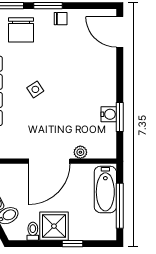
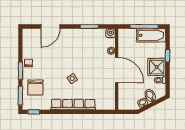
chair: (21, 30) -> (35, 88), turned 90
door: (120, 32) -> (50, 26), moved
water cooler: (109, 114) -> (110, 33), moved
bathtub: (105, 189) -> (151, 35), moved

